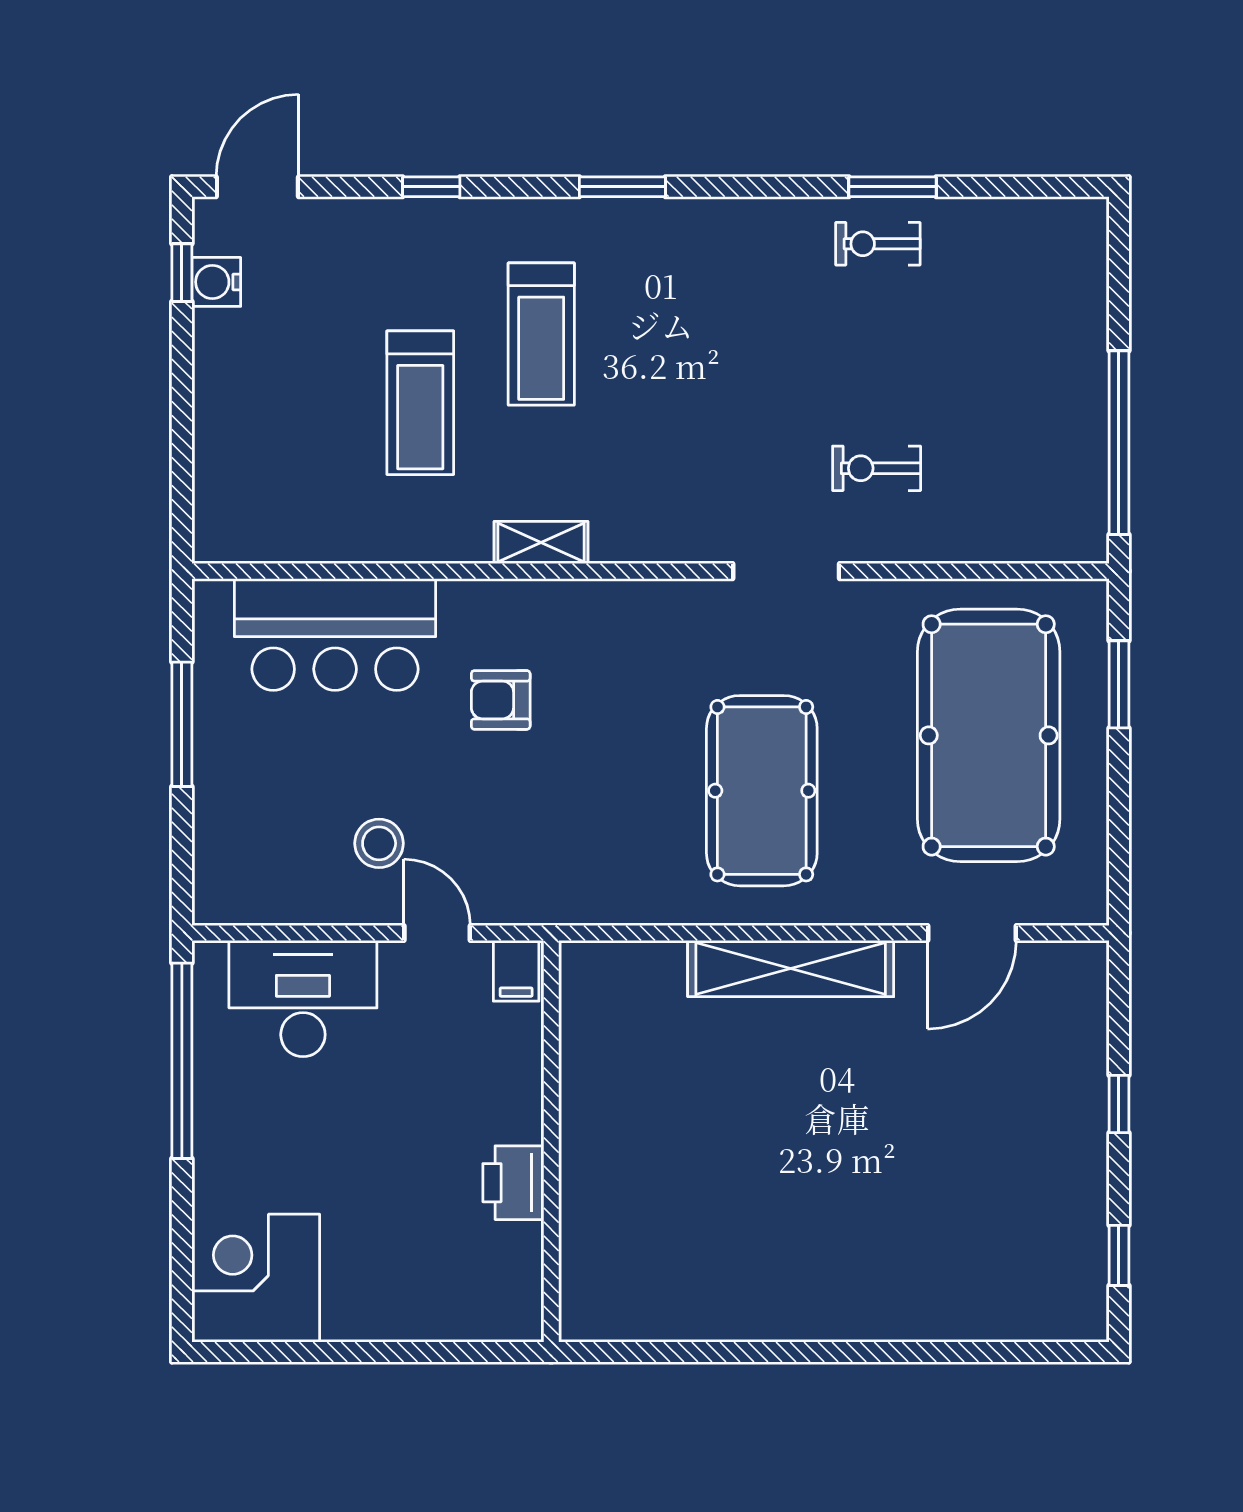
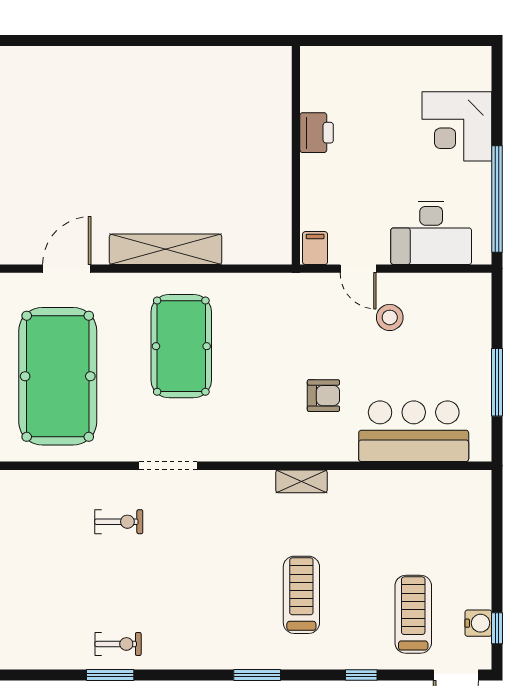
treadmill: (420, 403) -> (413, 614), moved
corner desk: (256, 1278) -> (457, 126), moved, turned 90

